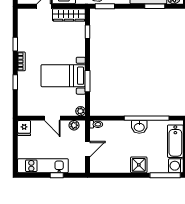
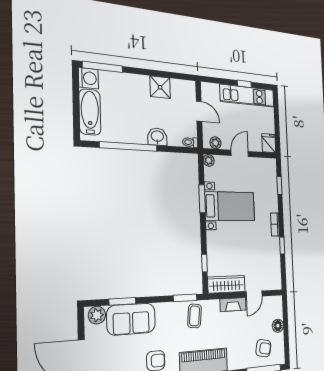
window: (15, 82) -> (280, 185), moved
door: (52, 118) -> (240, 153), hinge flipped
washbasin: (139, 127) -> (157, 137), moved
door: (88, 149) -> (199, 111), swing flipped
shower: (139, 165) -> (160, 87), moved
window: (57, 175) -> (244, 84), moved

